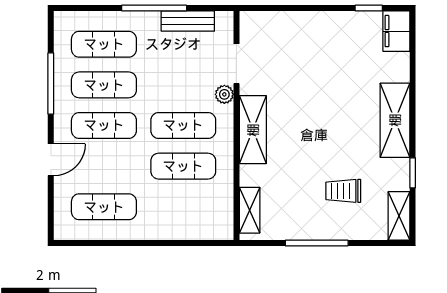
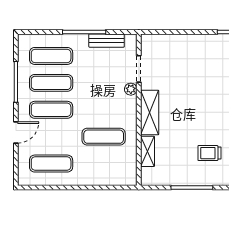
exercise mat: (183, 125) -> (104, 110), removed
shelving: (250, 210) -> (147, 151), moved

